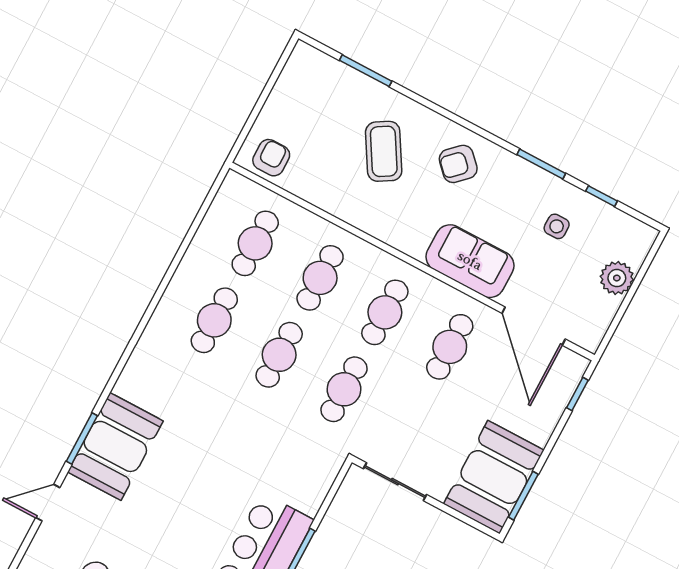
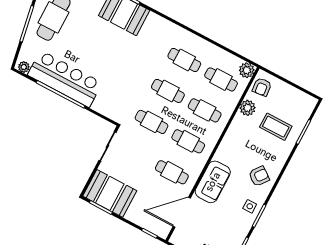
coffee table: (384, 151) -> (276, 127), moved, turned 31
armchair: (271, 158) -> (262, 87), turned 84
armchair: (458, 164) -> (259, 176), turned 81
plant: (315, 188) -> (248, 108), added
plant: (236, 189) -> (247, 70), added
side table: (557, 226) -> (250, 206), moved

